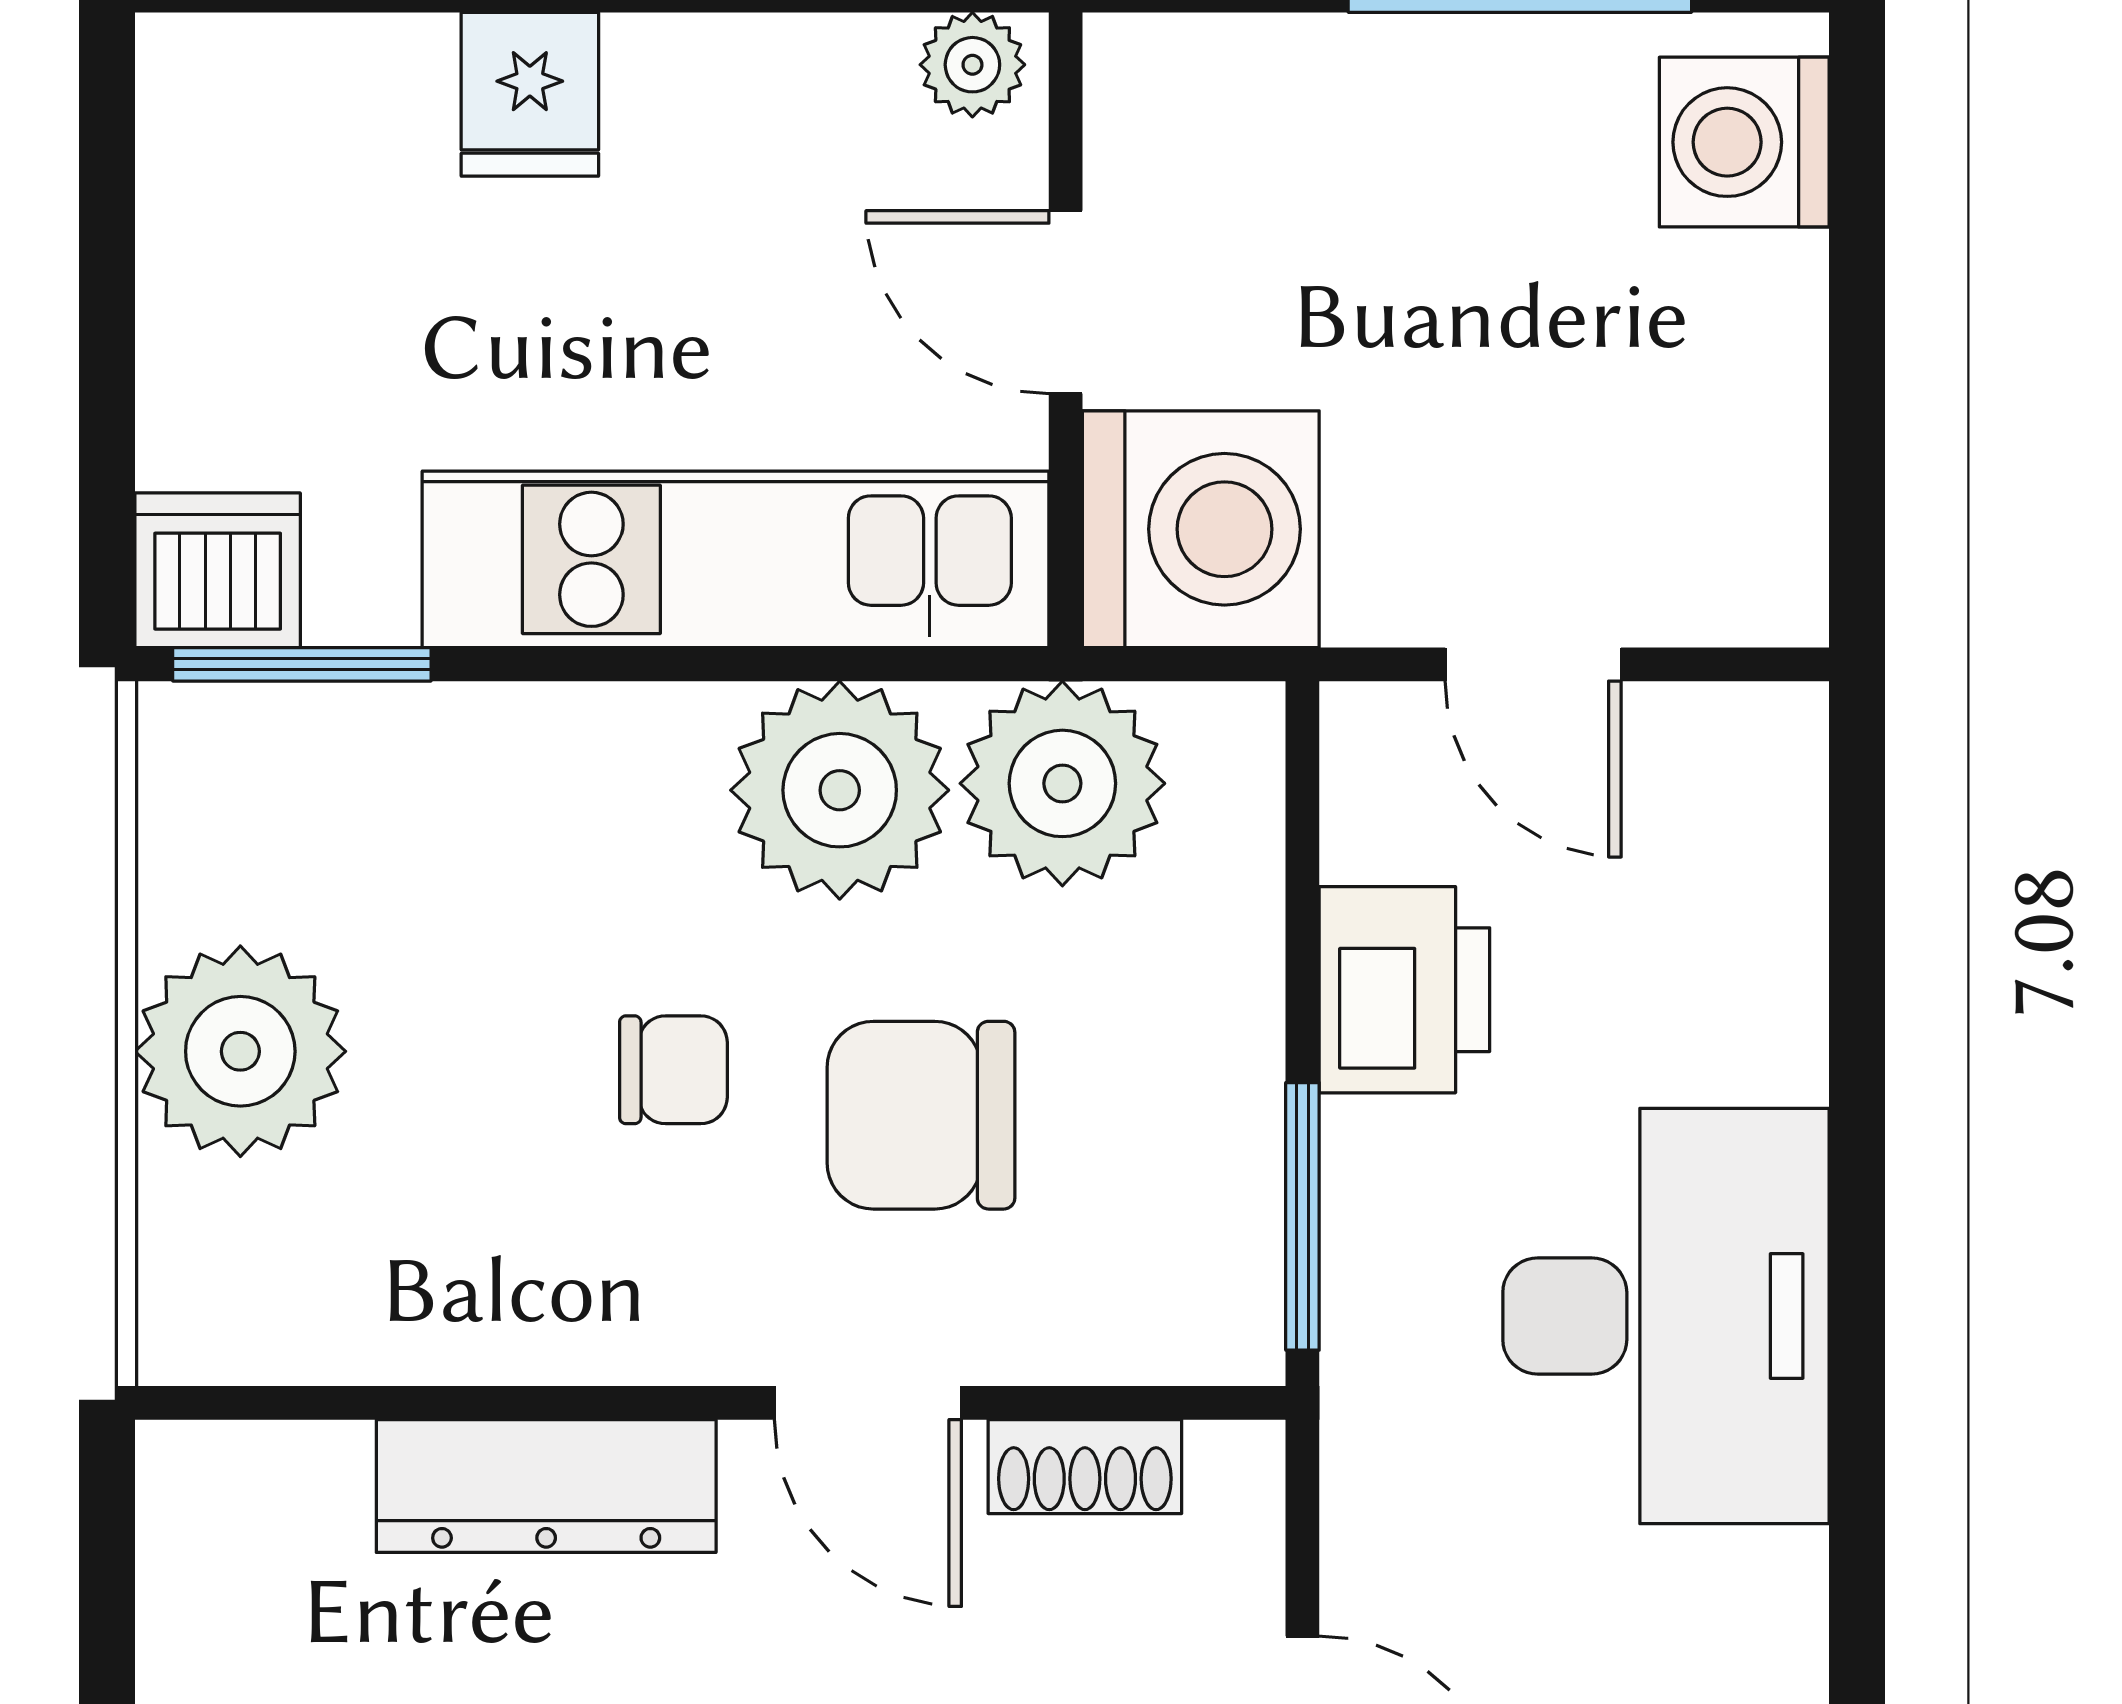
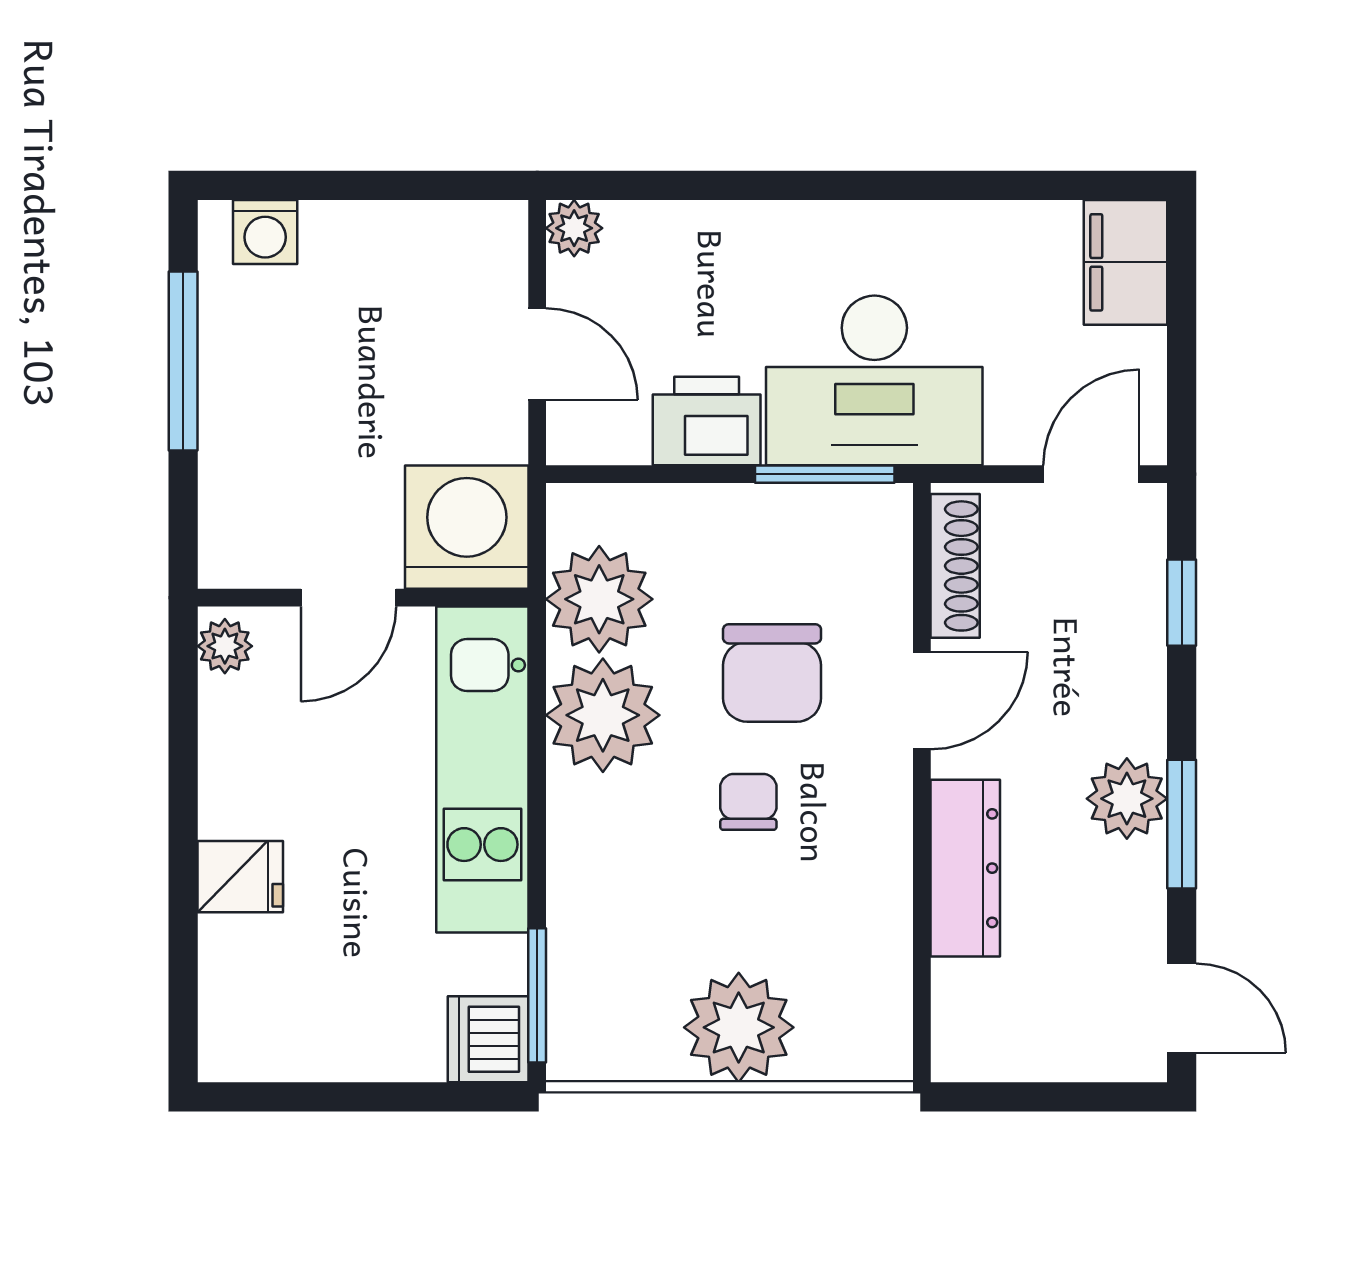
washing machine: (1744, 142) -> (265, 232), width x0.73, depth x0.73
door: (1533, 664) -> (537, 354), hinge flipped
plant: (1775, 735) -> (574, 228), added
desk: (1666, 1316) -> (874, 380), moved, turned 180
shoe rack: (1085, 1467) -> (955, 566), width x1.43

